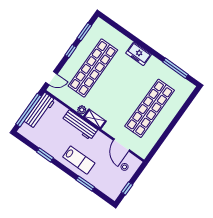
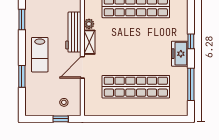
window: (145, 47) -> (191, 41), added
freezer: (139, 54) -> (180, 54), moved
door: (121, 145) -> (82, 67), moved
window: (127, 188) -> (61, 119), moved

